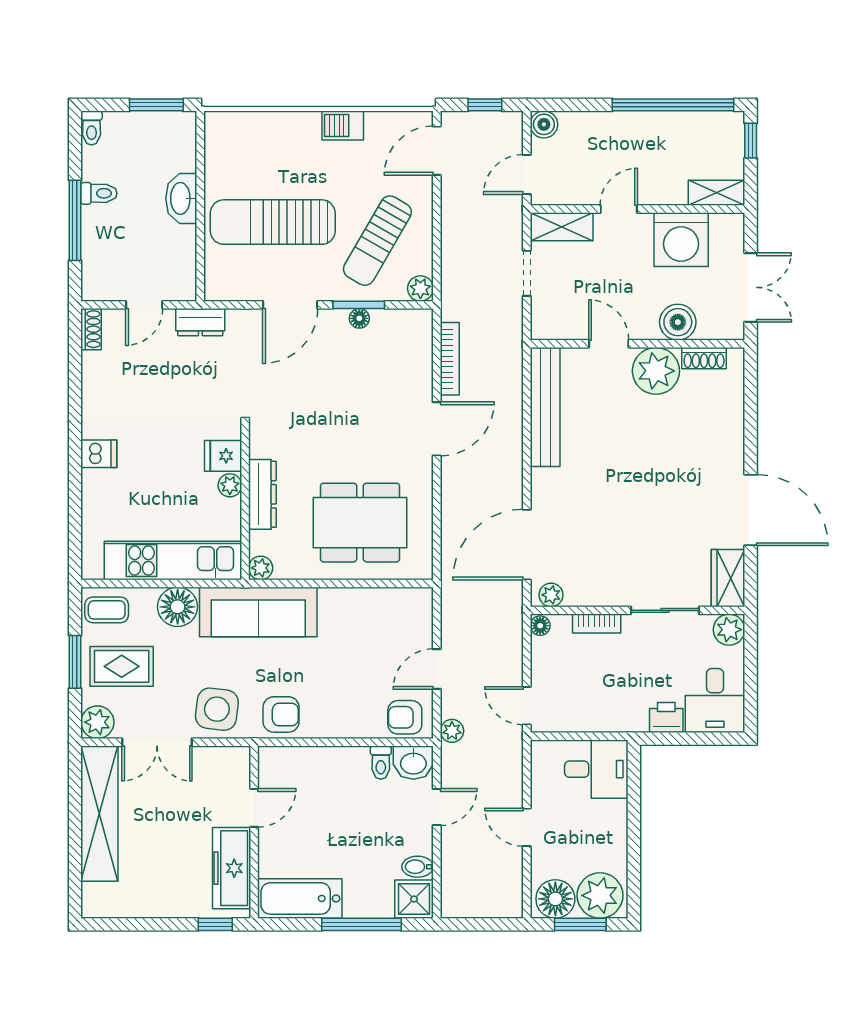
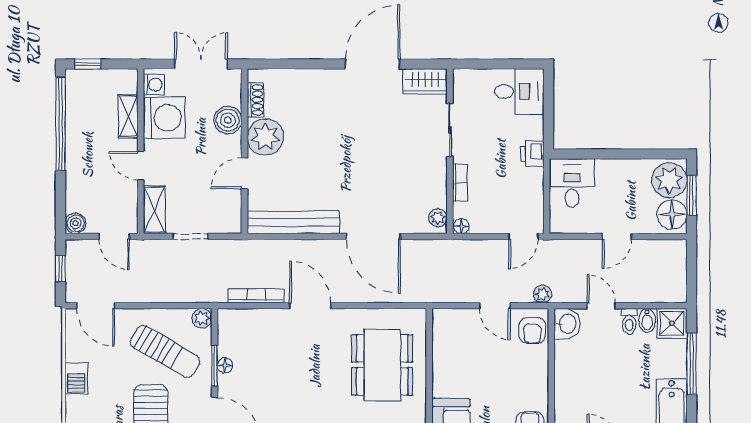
shelving: (717, 193) -> (128, 116), moved
washing machine: (724, 226) -> (154, 85), added
door: (527, 545) -> (373, 237), moved
plant: (729, 630) -> (465, 81), removed
printer: (666, 718) -> (532, 154), moved
toilet: (381, 763) -> (629, 321), moved, turned 90

